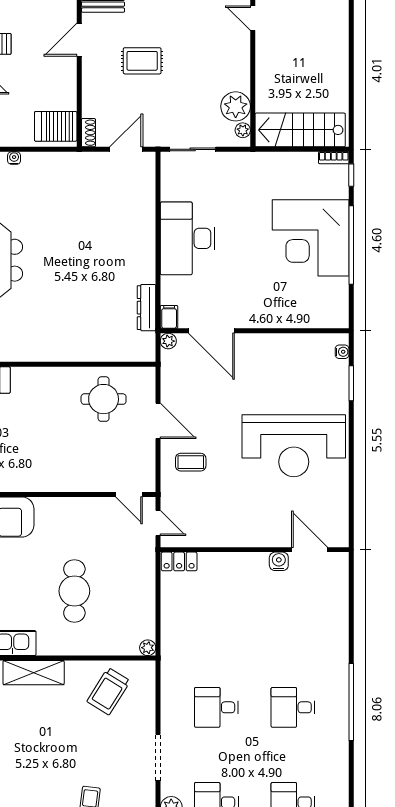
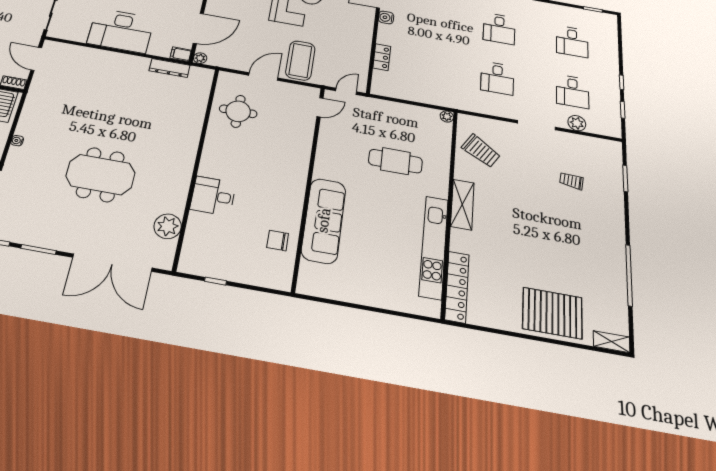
coffee table: (191, 462) -> (300, 60), width x1.86, depth x1.72
locker: (179, 561) -> (382, 57), moved

